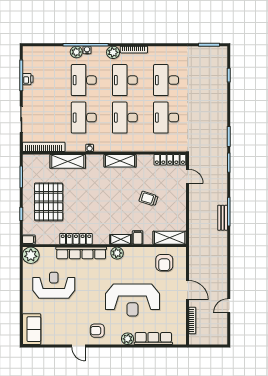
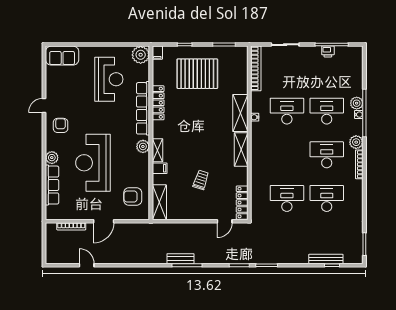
bench: (223, 81) -> (326, 259), added
desk: (125, 118) -> (287, 155), removed
shelving: (68, 161) -> (240, 113), moved

